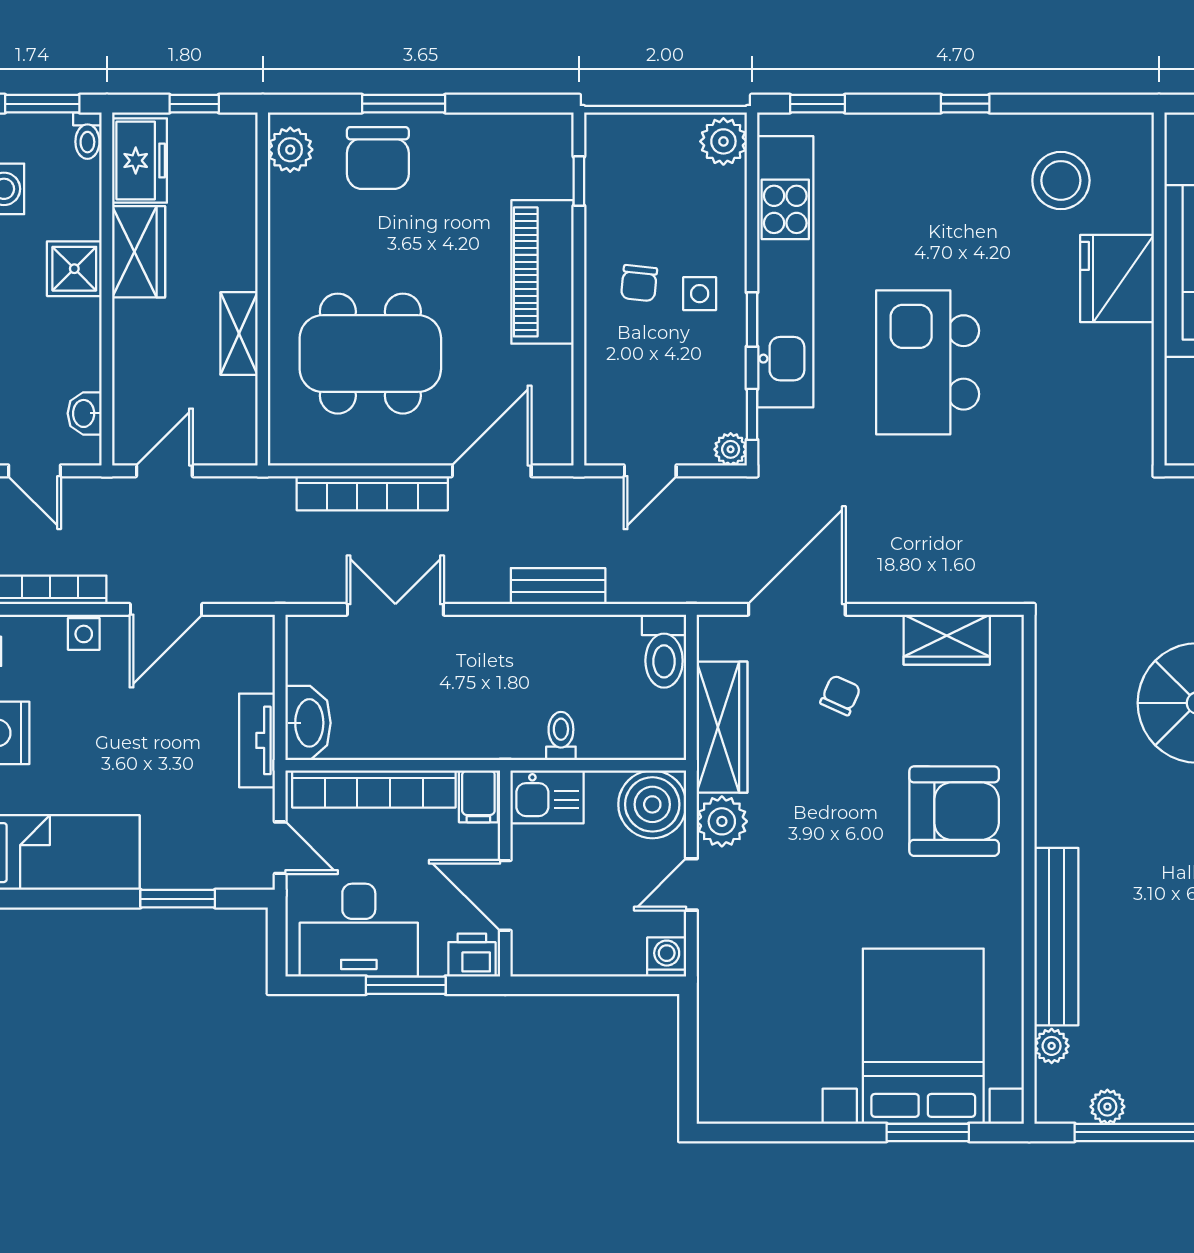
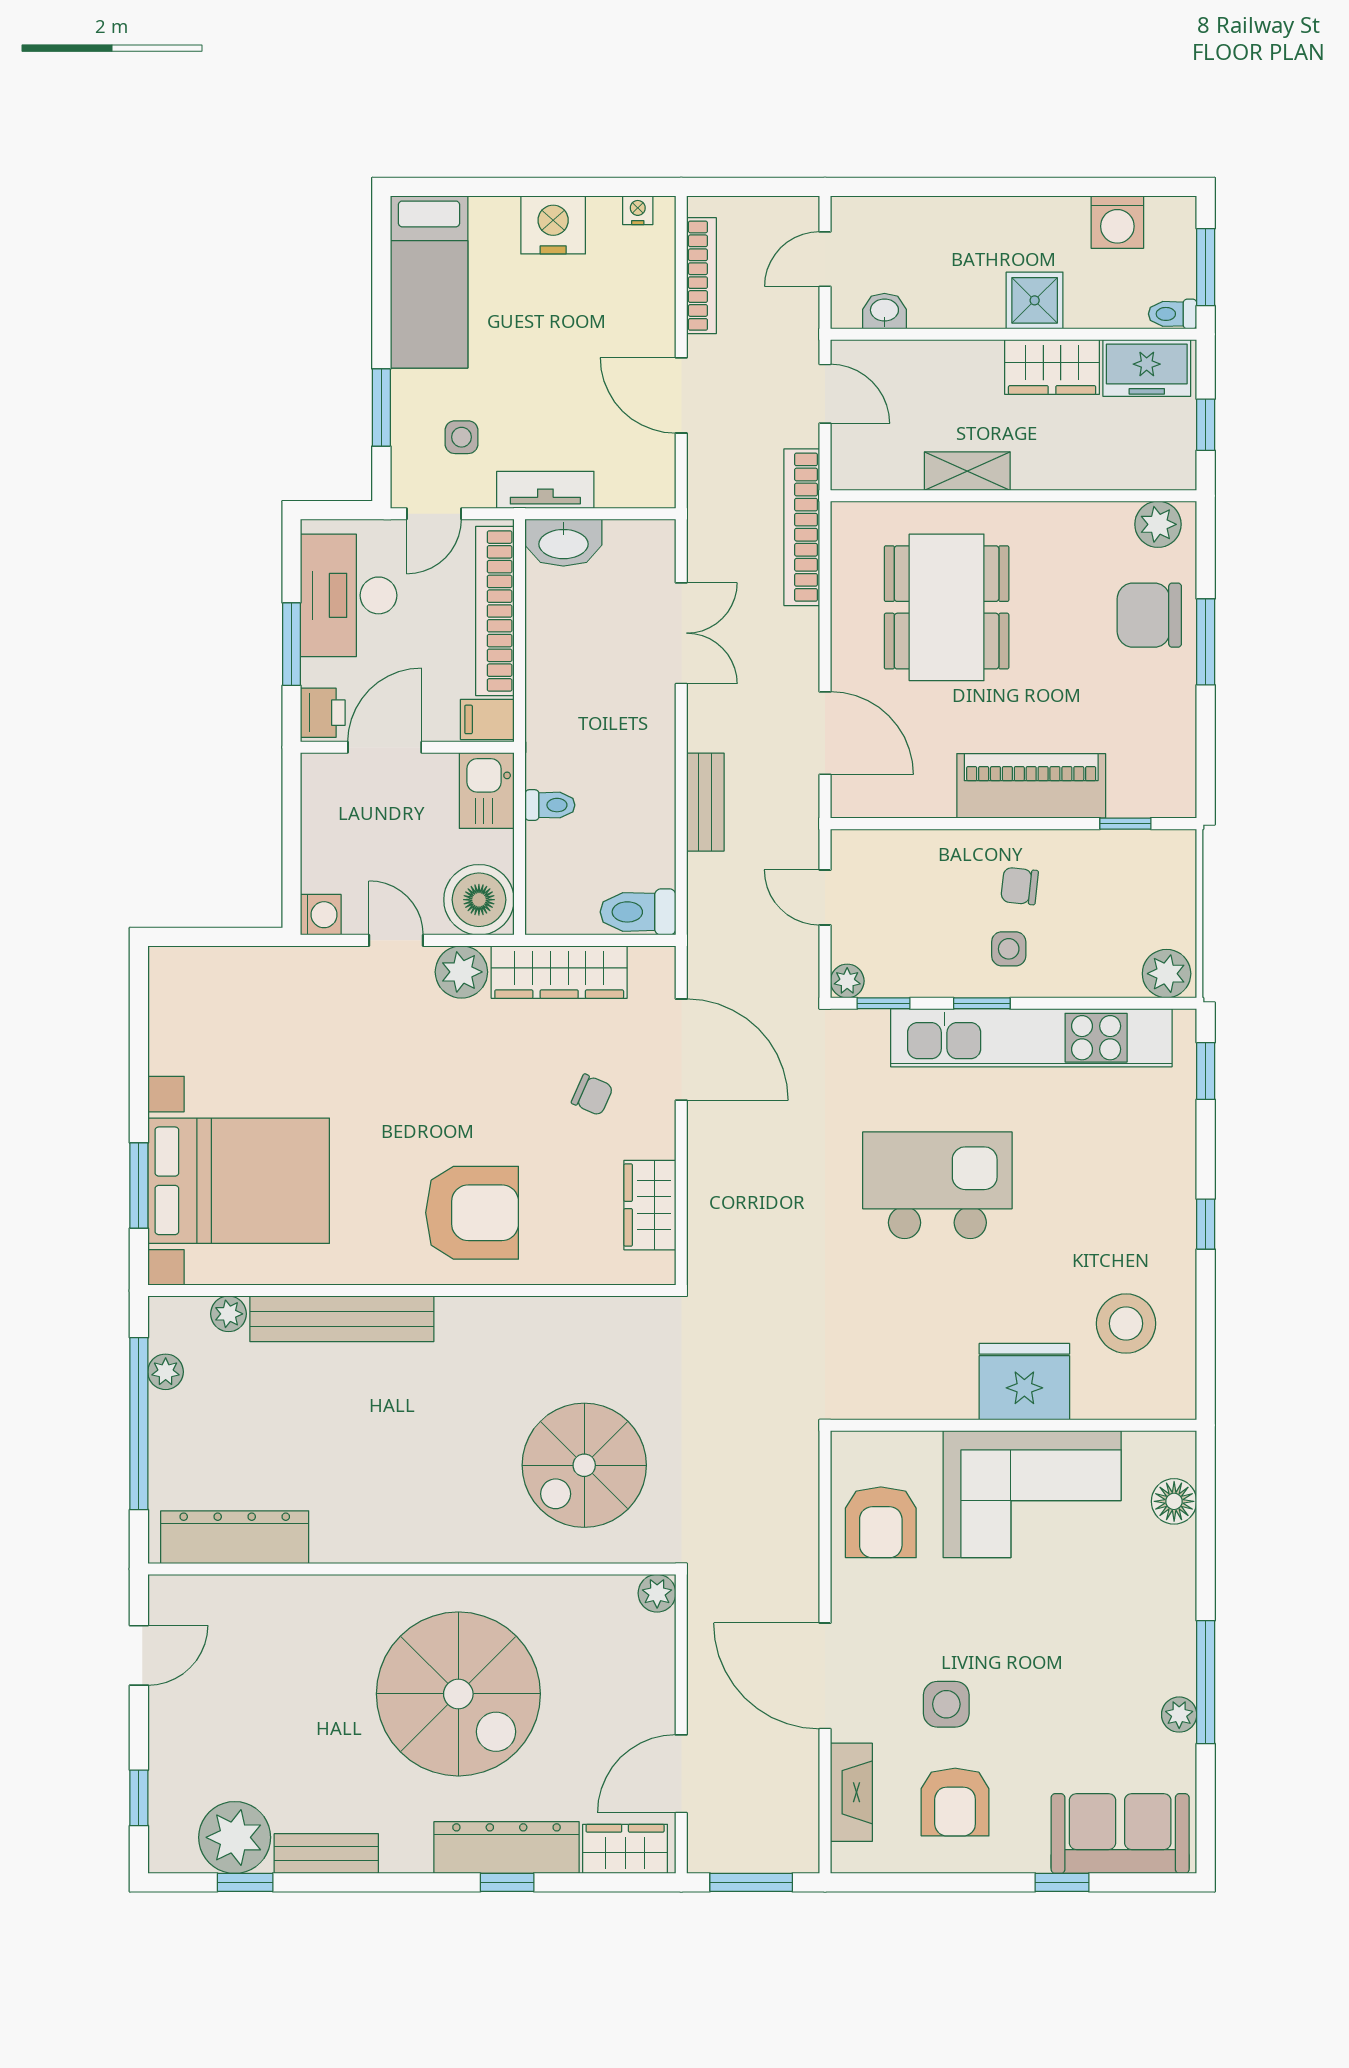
bookcase: (372, 493) -> (802, 527), moved
side table: (84, 634) -> (462, 437), moved
armchair: (954, 811) -> (472, 1213), turned -90

